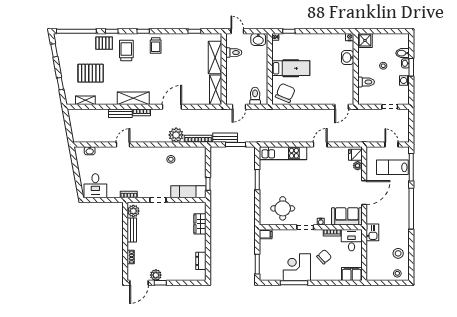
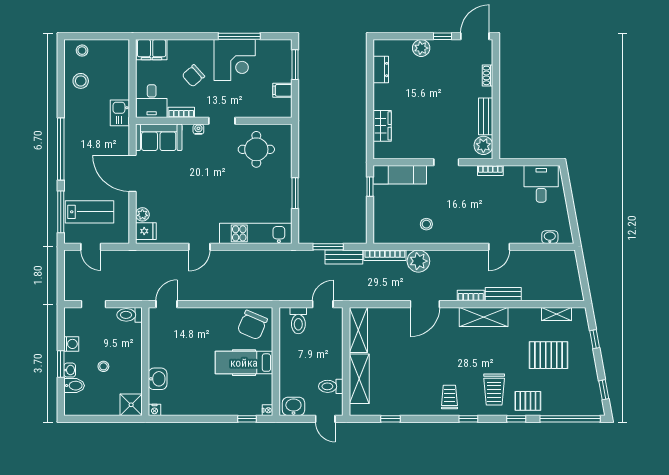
toilet: (366, 82) -> (130, 315), moved
door: (364, 193) -> (132, 173), hinge flipped
filing cabinet: (266, 234) -> (282, 90), moved
plant: (156, 275) -> (421, 48), moved

